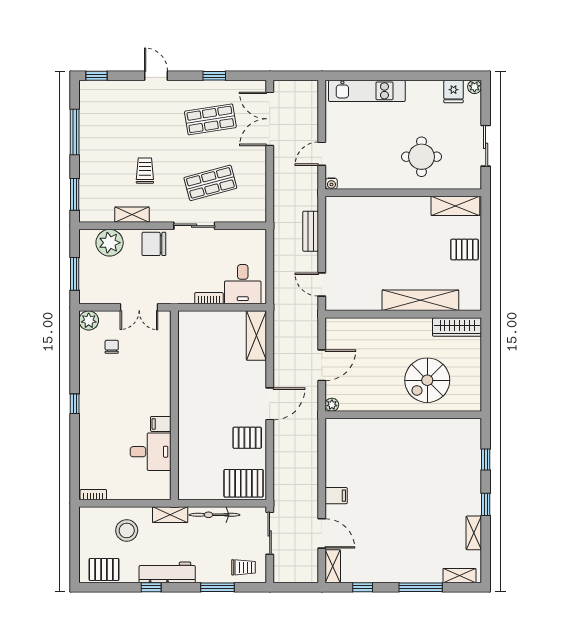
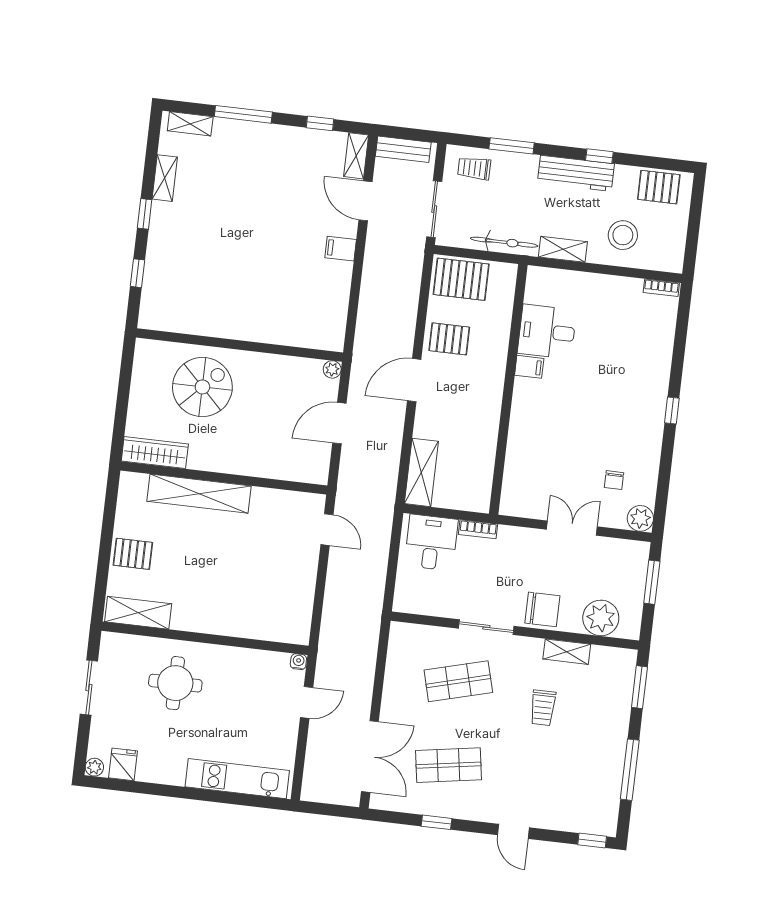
bench: (311, 231) -> (403, 149), moved, turned 90
wall: (174, 405) -> (508, 389), moved
filing cabinet: (161, 424) -> (529, 367), moved
desk: (151, 452) -> (547, 332), moved

